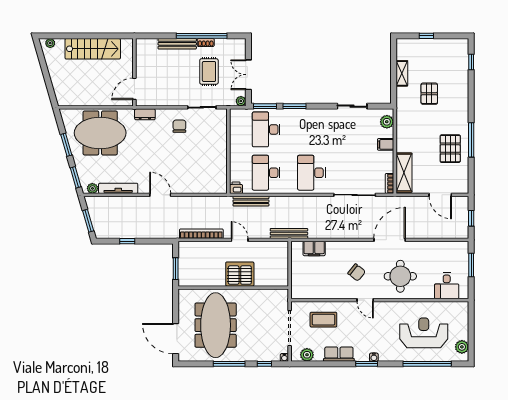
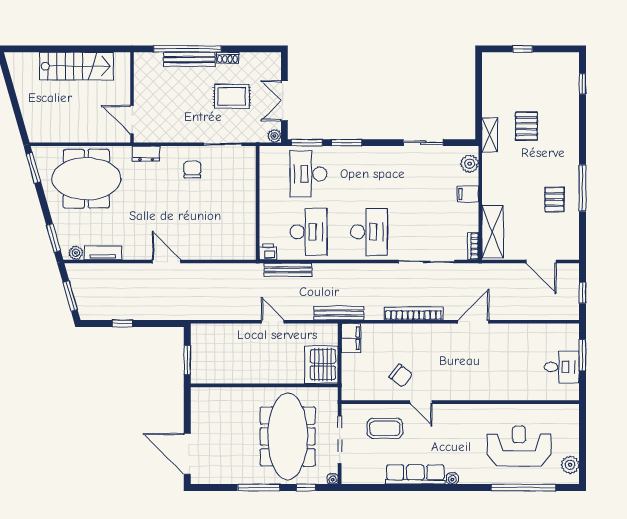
window: (202, 36) -> (187, 49), moved
plant: (50, 43) -> (19, 59), removed
rug: (209, 71) -> (232, 96), turned 90
shelving: (402, 73) -> (490, 135), moved
door: (134, 89) -> (132, 120), hinge flipped
window: (66, 145) -> (33, 168), moved
pallet: (450, 149) -> (554, 200), width x0.67, depth x0.71
desk: (266, 173) -> (308, 232), turned 180
desk: (312, 173) -> (369, 232), turned 180
tv unit: (118, 188) -> (103, 253), width x0.71
bookcase: (201, 234) -> (413, 313), moved
door: (390, 240) -> (473, 322), width x0.73
filing cabinet: (314, 249) -> (351, 338), moved, turned -90
chair: (357, 272) -> (401, 376), moved
server rack: (240, 274) -> (322, 365), moved, turned -90
round table: (400, 276) -> (488, 370), removed
desk: (447, 286) -> (562, 367), moved, turned -90
door: (365, 300) -> (421, 402), moved
meeting table: (216, 325) -> (288, 436), moved
row of seats: (339, 354) -> (415, 474), width x1.48
plant: (307, 355) -> (363, 475), removed
window: (367, 364) -> (443, 488), removed

